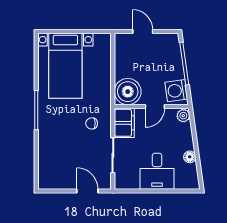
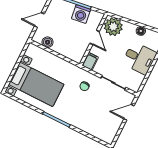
washing machine: (176, 91) -> (81, 14), moved
boiler: (128, 92) -> (48, 42), moved, width x0.54, depth x0.54
plant: (183, 116) -> (113, 27), width x1.87, depth x1.87
filing cabinet: (124, 123) -> (90, 61), width x0.50

